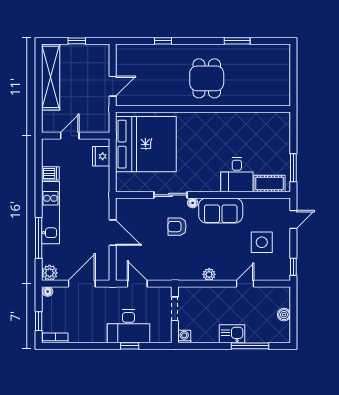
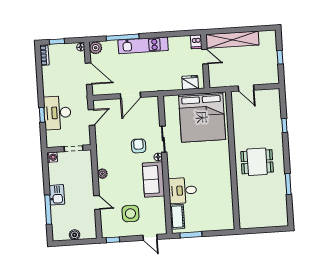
shelving: (51, 77) -> (232, 40), moved
dishwasher: (50, 173) -> (196, 42), moved

